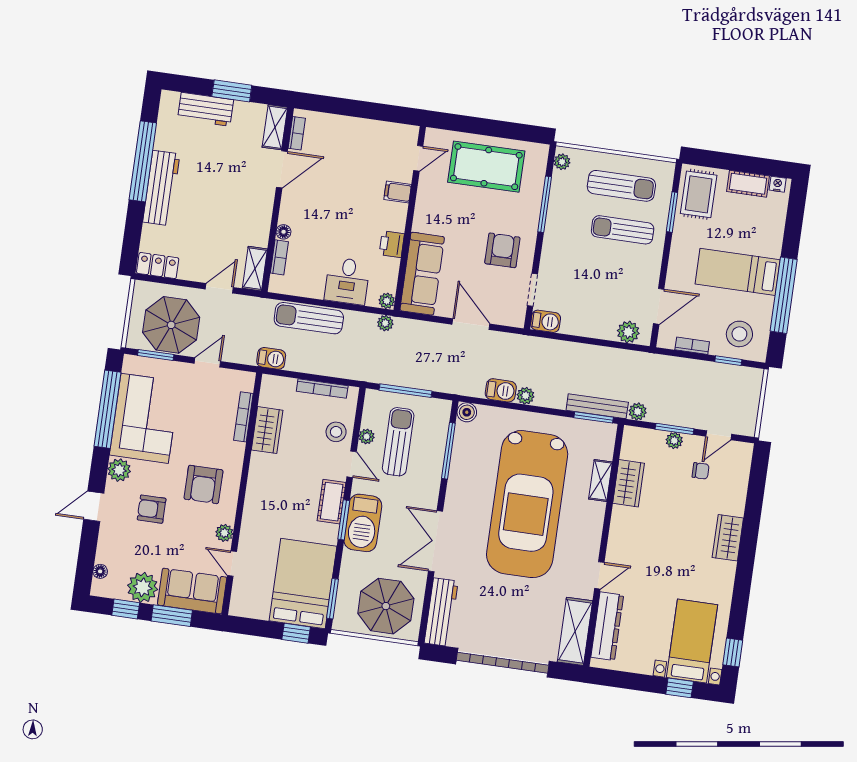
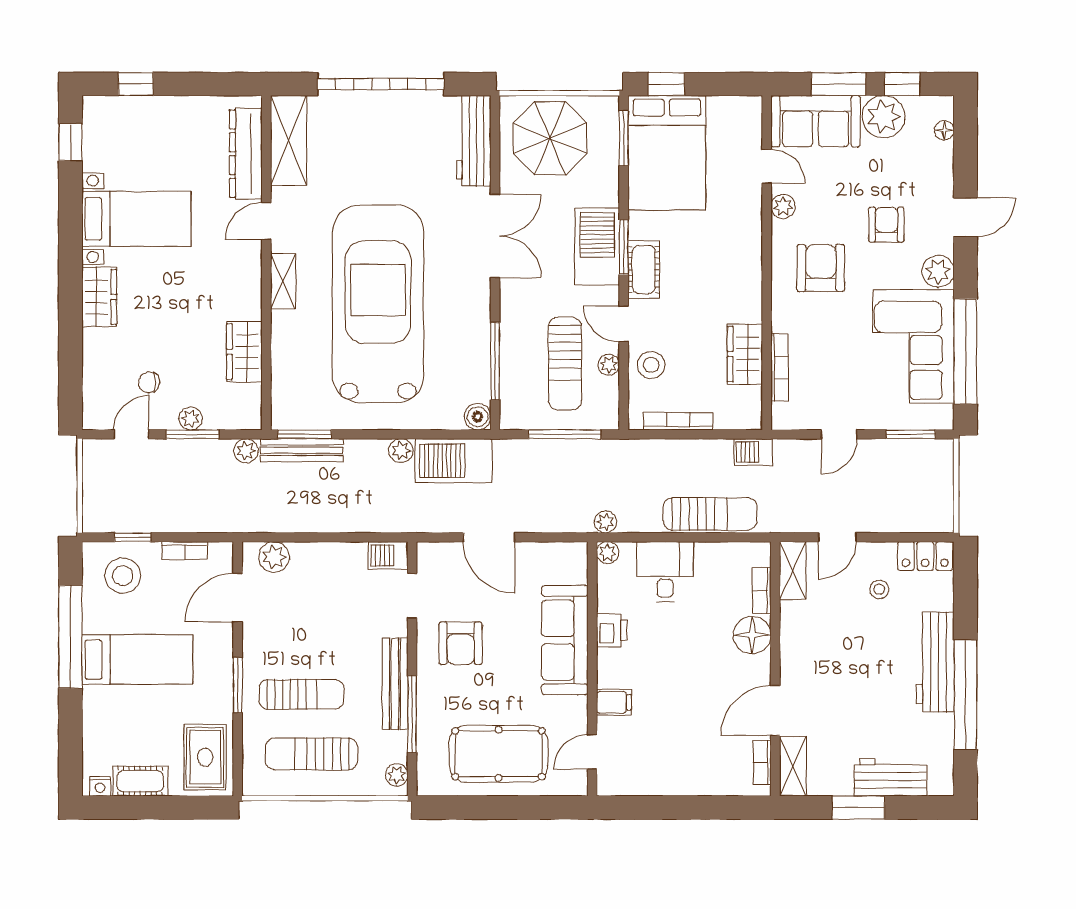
window: (672, 212) -> (238, 685), moved
bench: (554, 228) -> (395, 683), added
floor lamp: (284, 232) -> (752, 635), width x1.89, depth x1.89
stool: (194, 246) -> (879, 589), added
sofa: (422, 274) -> (565, 640), moved
parasol: (171, 325) -> (895, 478), removed
barbecue: (501, 390) -> (454, 461), width x1.88, depth x1.53
shelving: (600, 480) -> (283, 281), moved
armchair: (152, 509) -> (886, 225), turned -90
bed with nightstands: (692, 641) -> (136, 219), moved, turned -90

